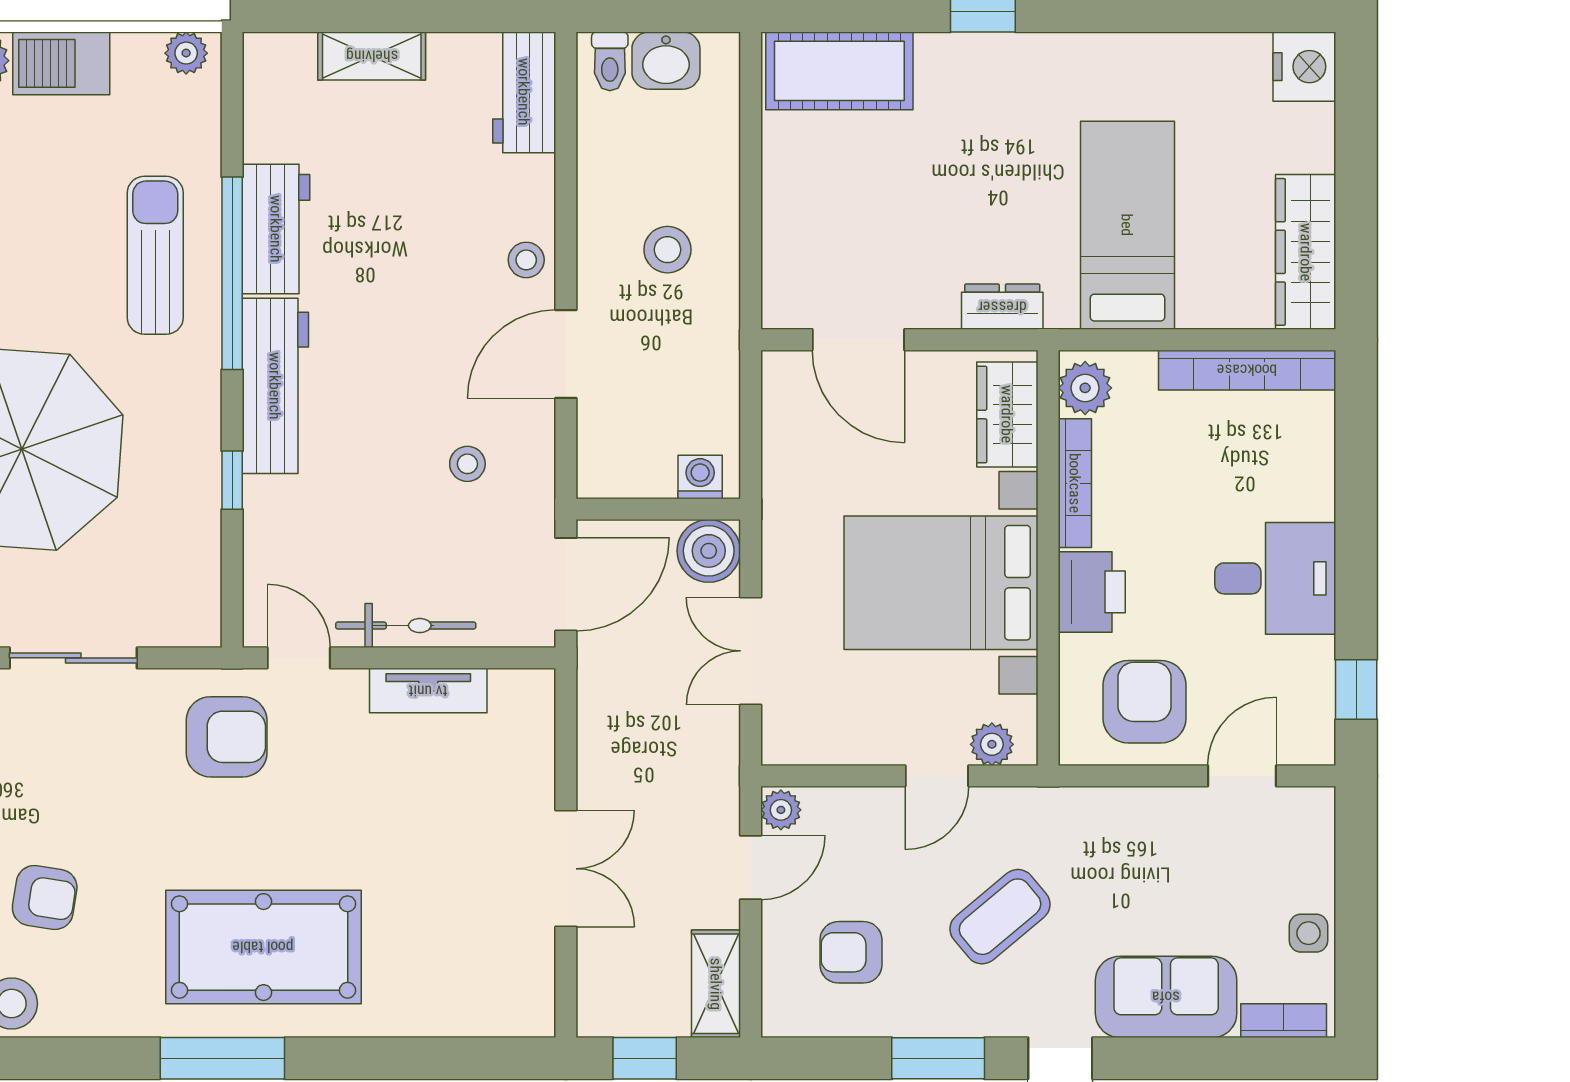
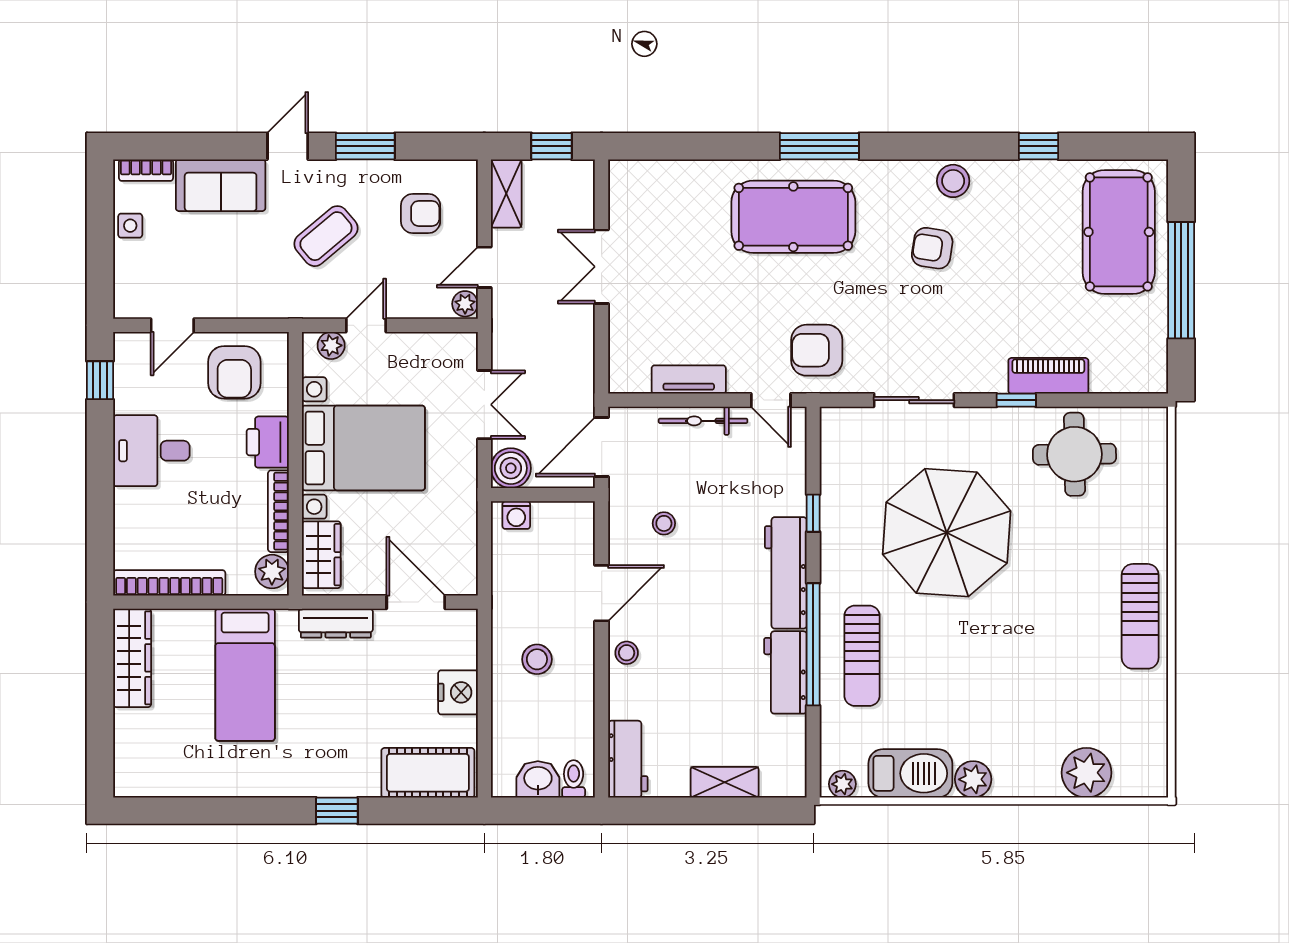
barbecue: (61, 63) -> (910, 773), width x1.37, depth x1.21
nightstand: (1304, 67) -> (458, 692), moved, turned 180
dresser: (1002, 307) -> (336, 623), width x1.44

